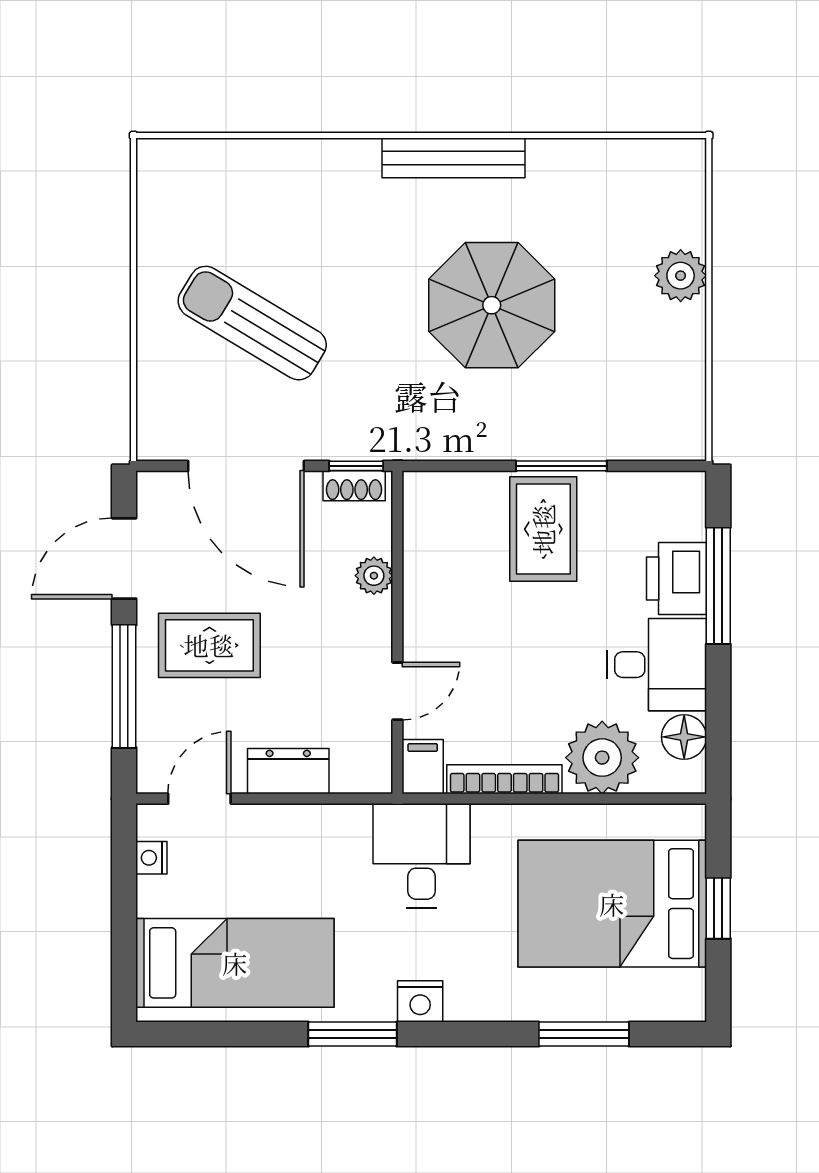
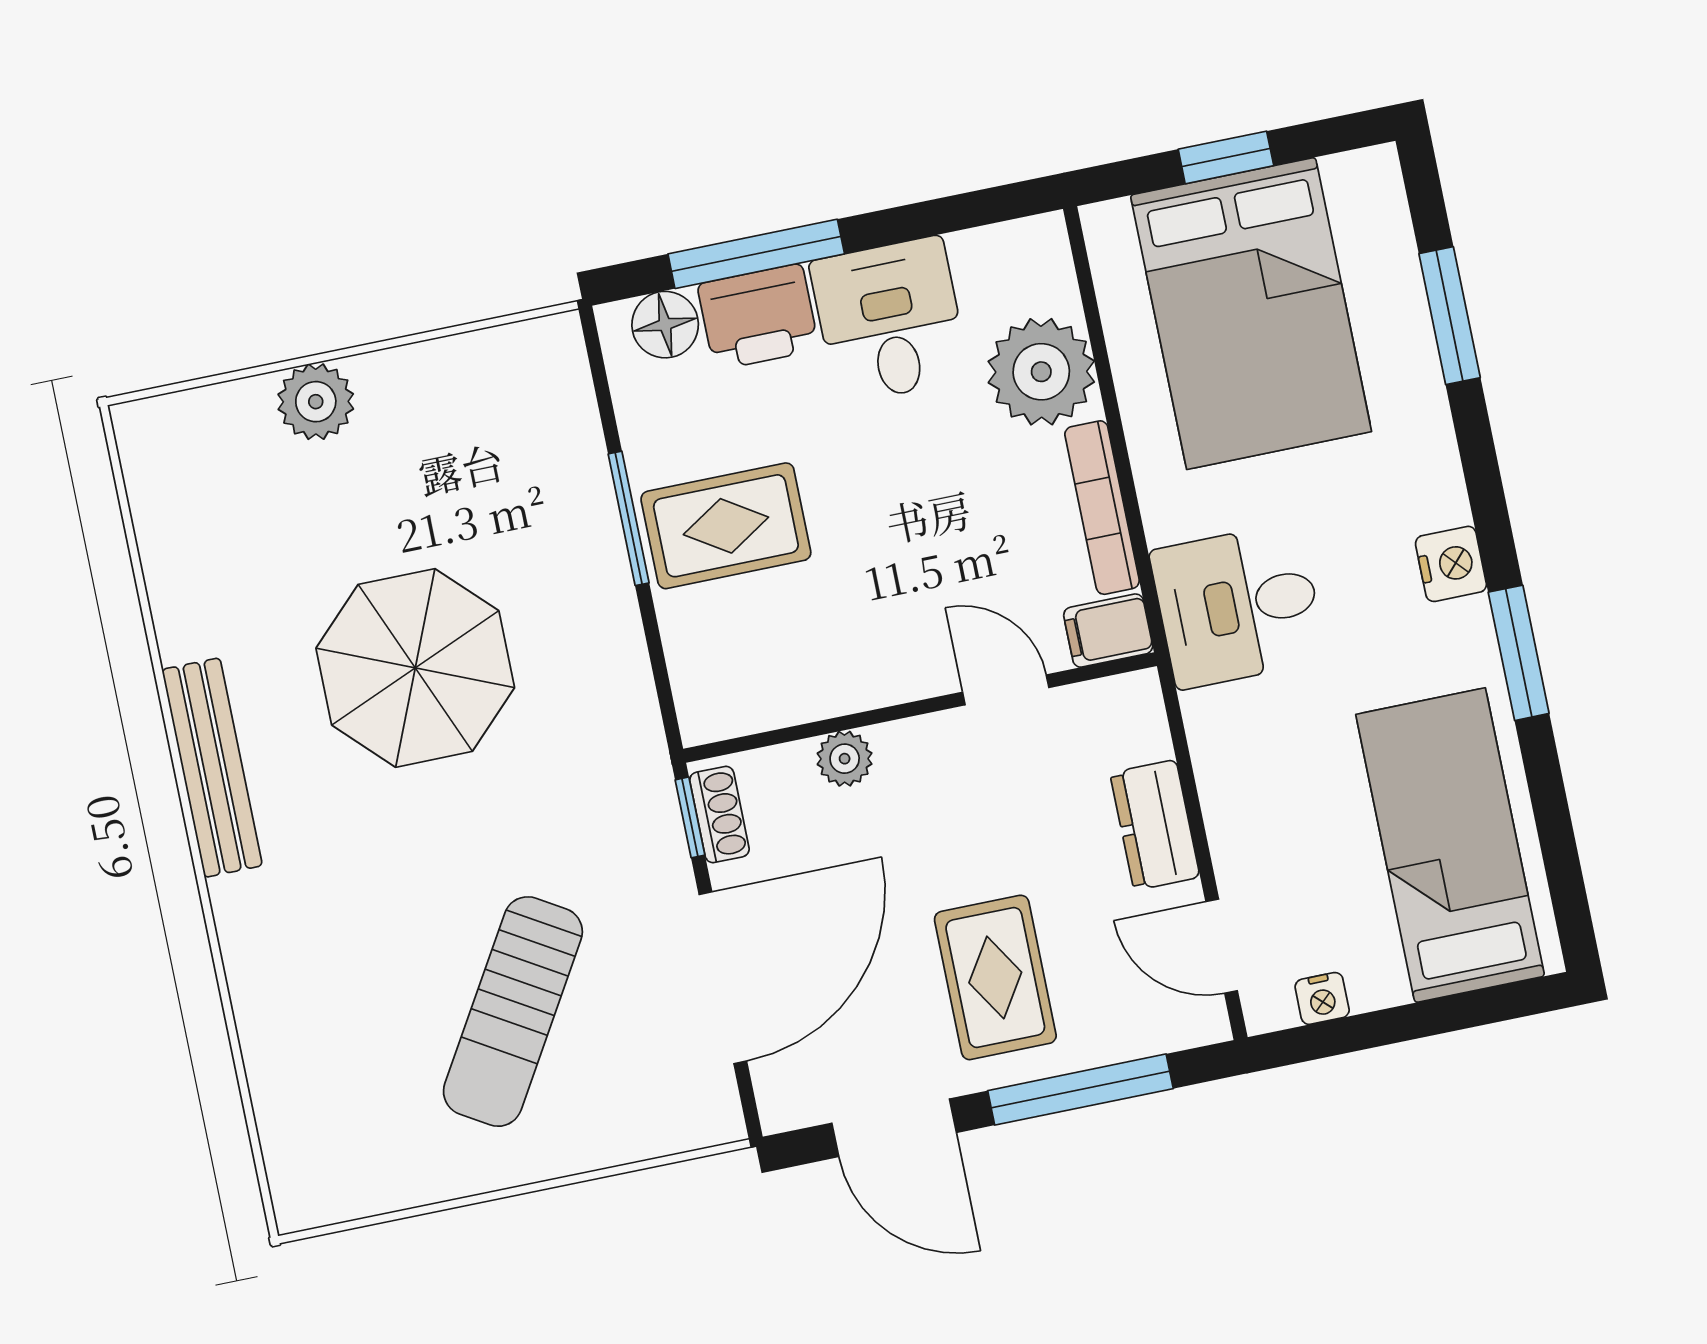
floor lamp: (684, 737) -> (665, 325), moved

